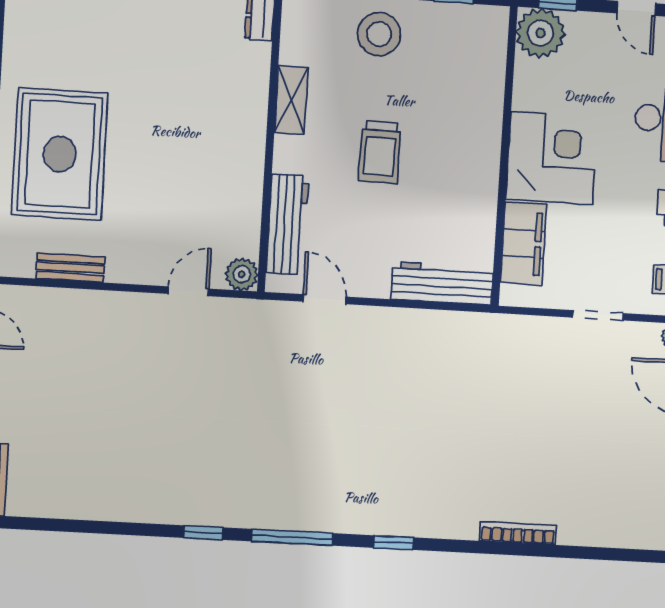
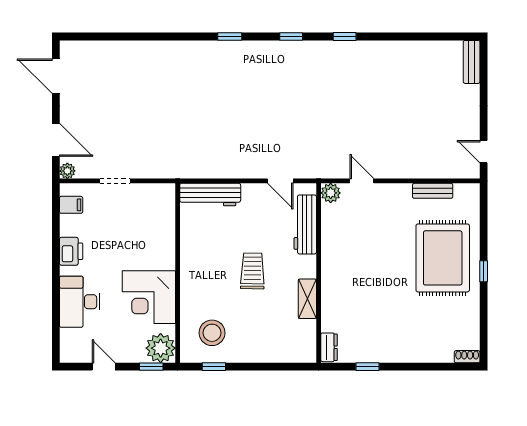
stool: (379, 34) -> (212, 333), moved
corner desk: (552, 158) -> (149, 297), moved
filing cabinet: (523, 243) -> (163, 222), removed
door: (188, 291) -> (362, 181), swing flipped
bookcase: (518, 533) -> (155, 46), removed
window: (292, 537) -> (291, 37), width x0.46

